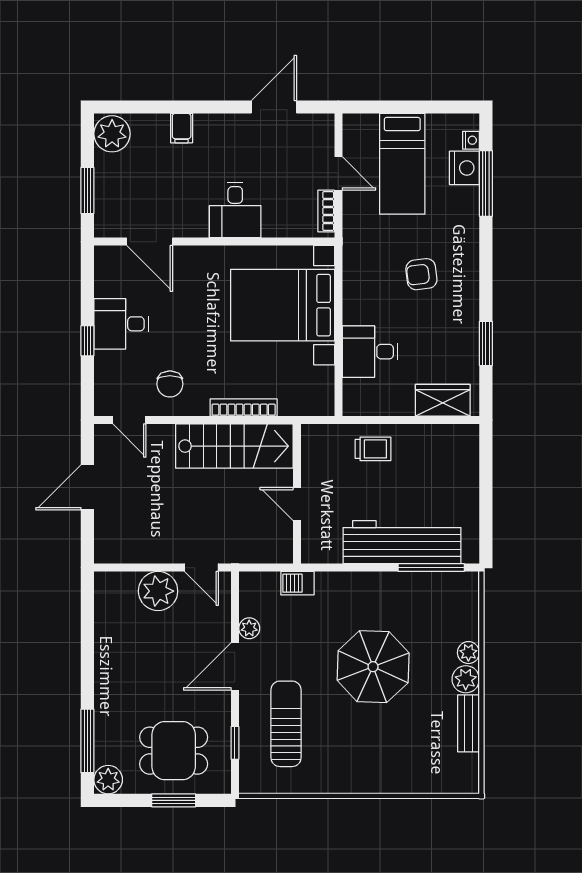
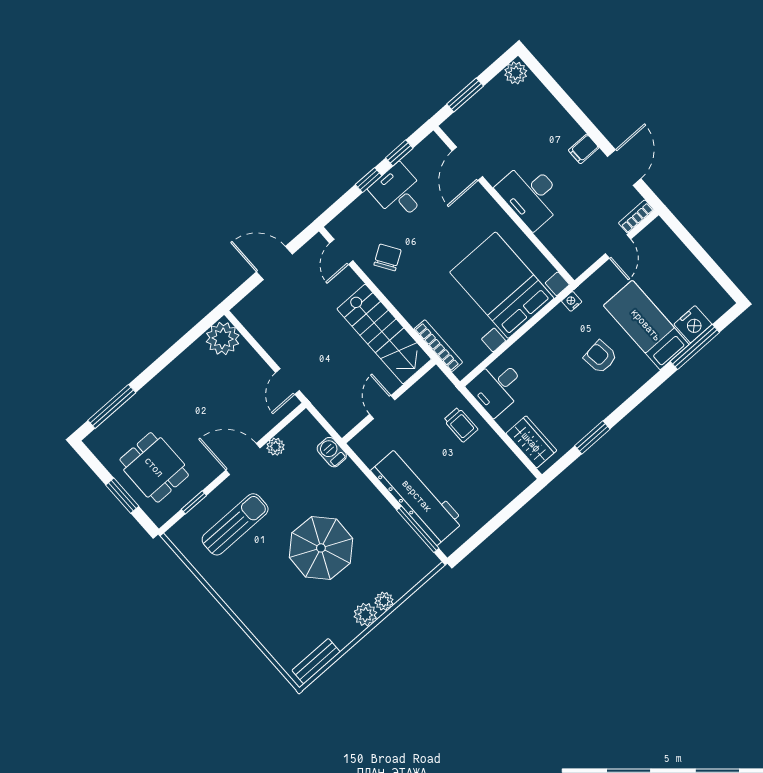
door: (274, 107) -> (624, 168), hinge flipped
filing cabinet: (182, 128) -> (584, 149), moved
plant: (112, 134) -> (516, 73), width x0.73, depth x0.73
nightstand: (471, 140) -> (572, 301), moved, turned 180
bed: (402, 164) -> (646, 325), moved, turned 90
desk: (235, 210) -> (531, 195), width x1.37
bookcase: (326, 211) -> (636, 216), moved
window: (87, 293) -> (399, 153), added
desk: (370, 352) -> (497, 387), moved, turned -90
chair: (170, 384) -> (387, 257), turned 147
bookcase: (244, 408) -> (438, 346), moved
plant: (158, 591) -> (223, 338), moved
bench: (469, 723) -> (316, 661), moved
plant: (108, 780) -> (99, 442), removed

